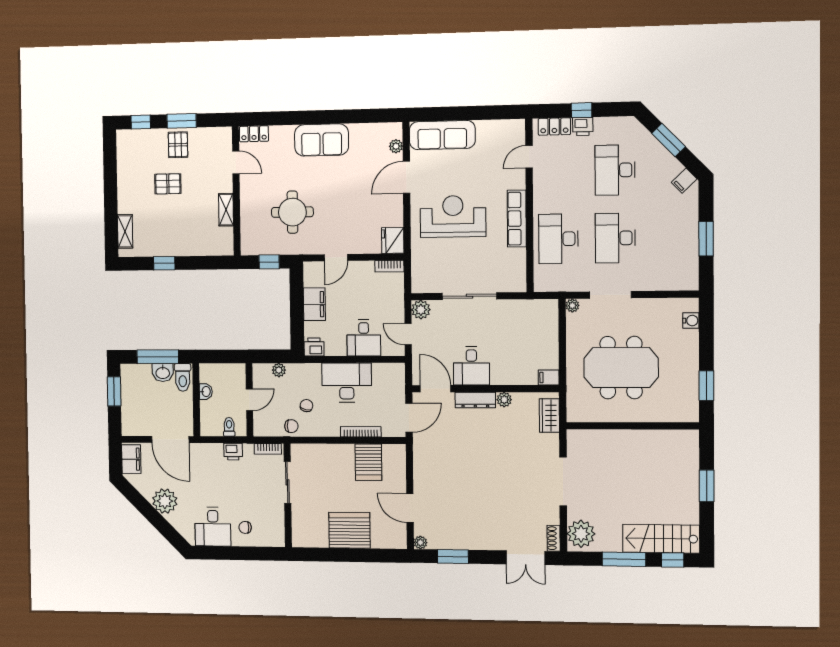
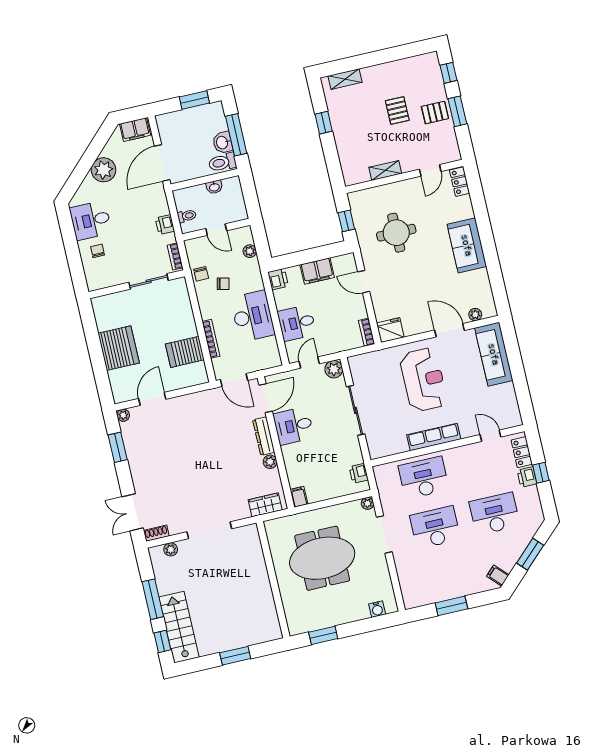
printer: (538, 308) -> (359, 473), added
meeting table: (621, 368) -> (322, 558), turned 90
plant: (581, 534) -> (171, 549), width x0.53, depth x0.53

